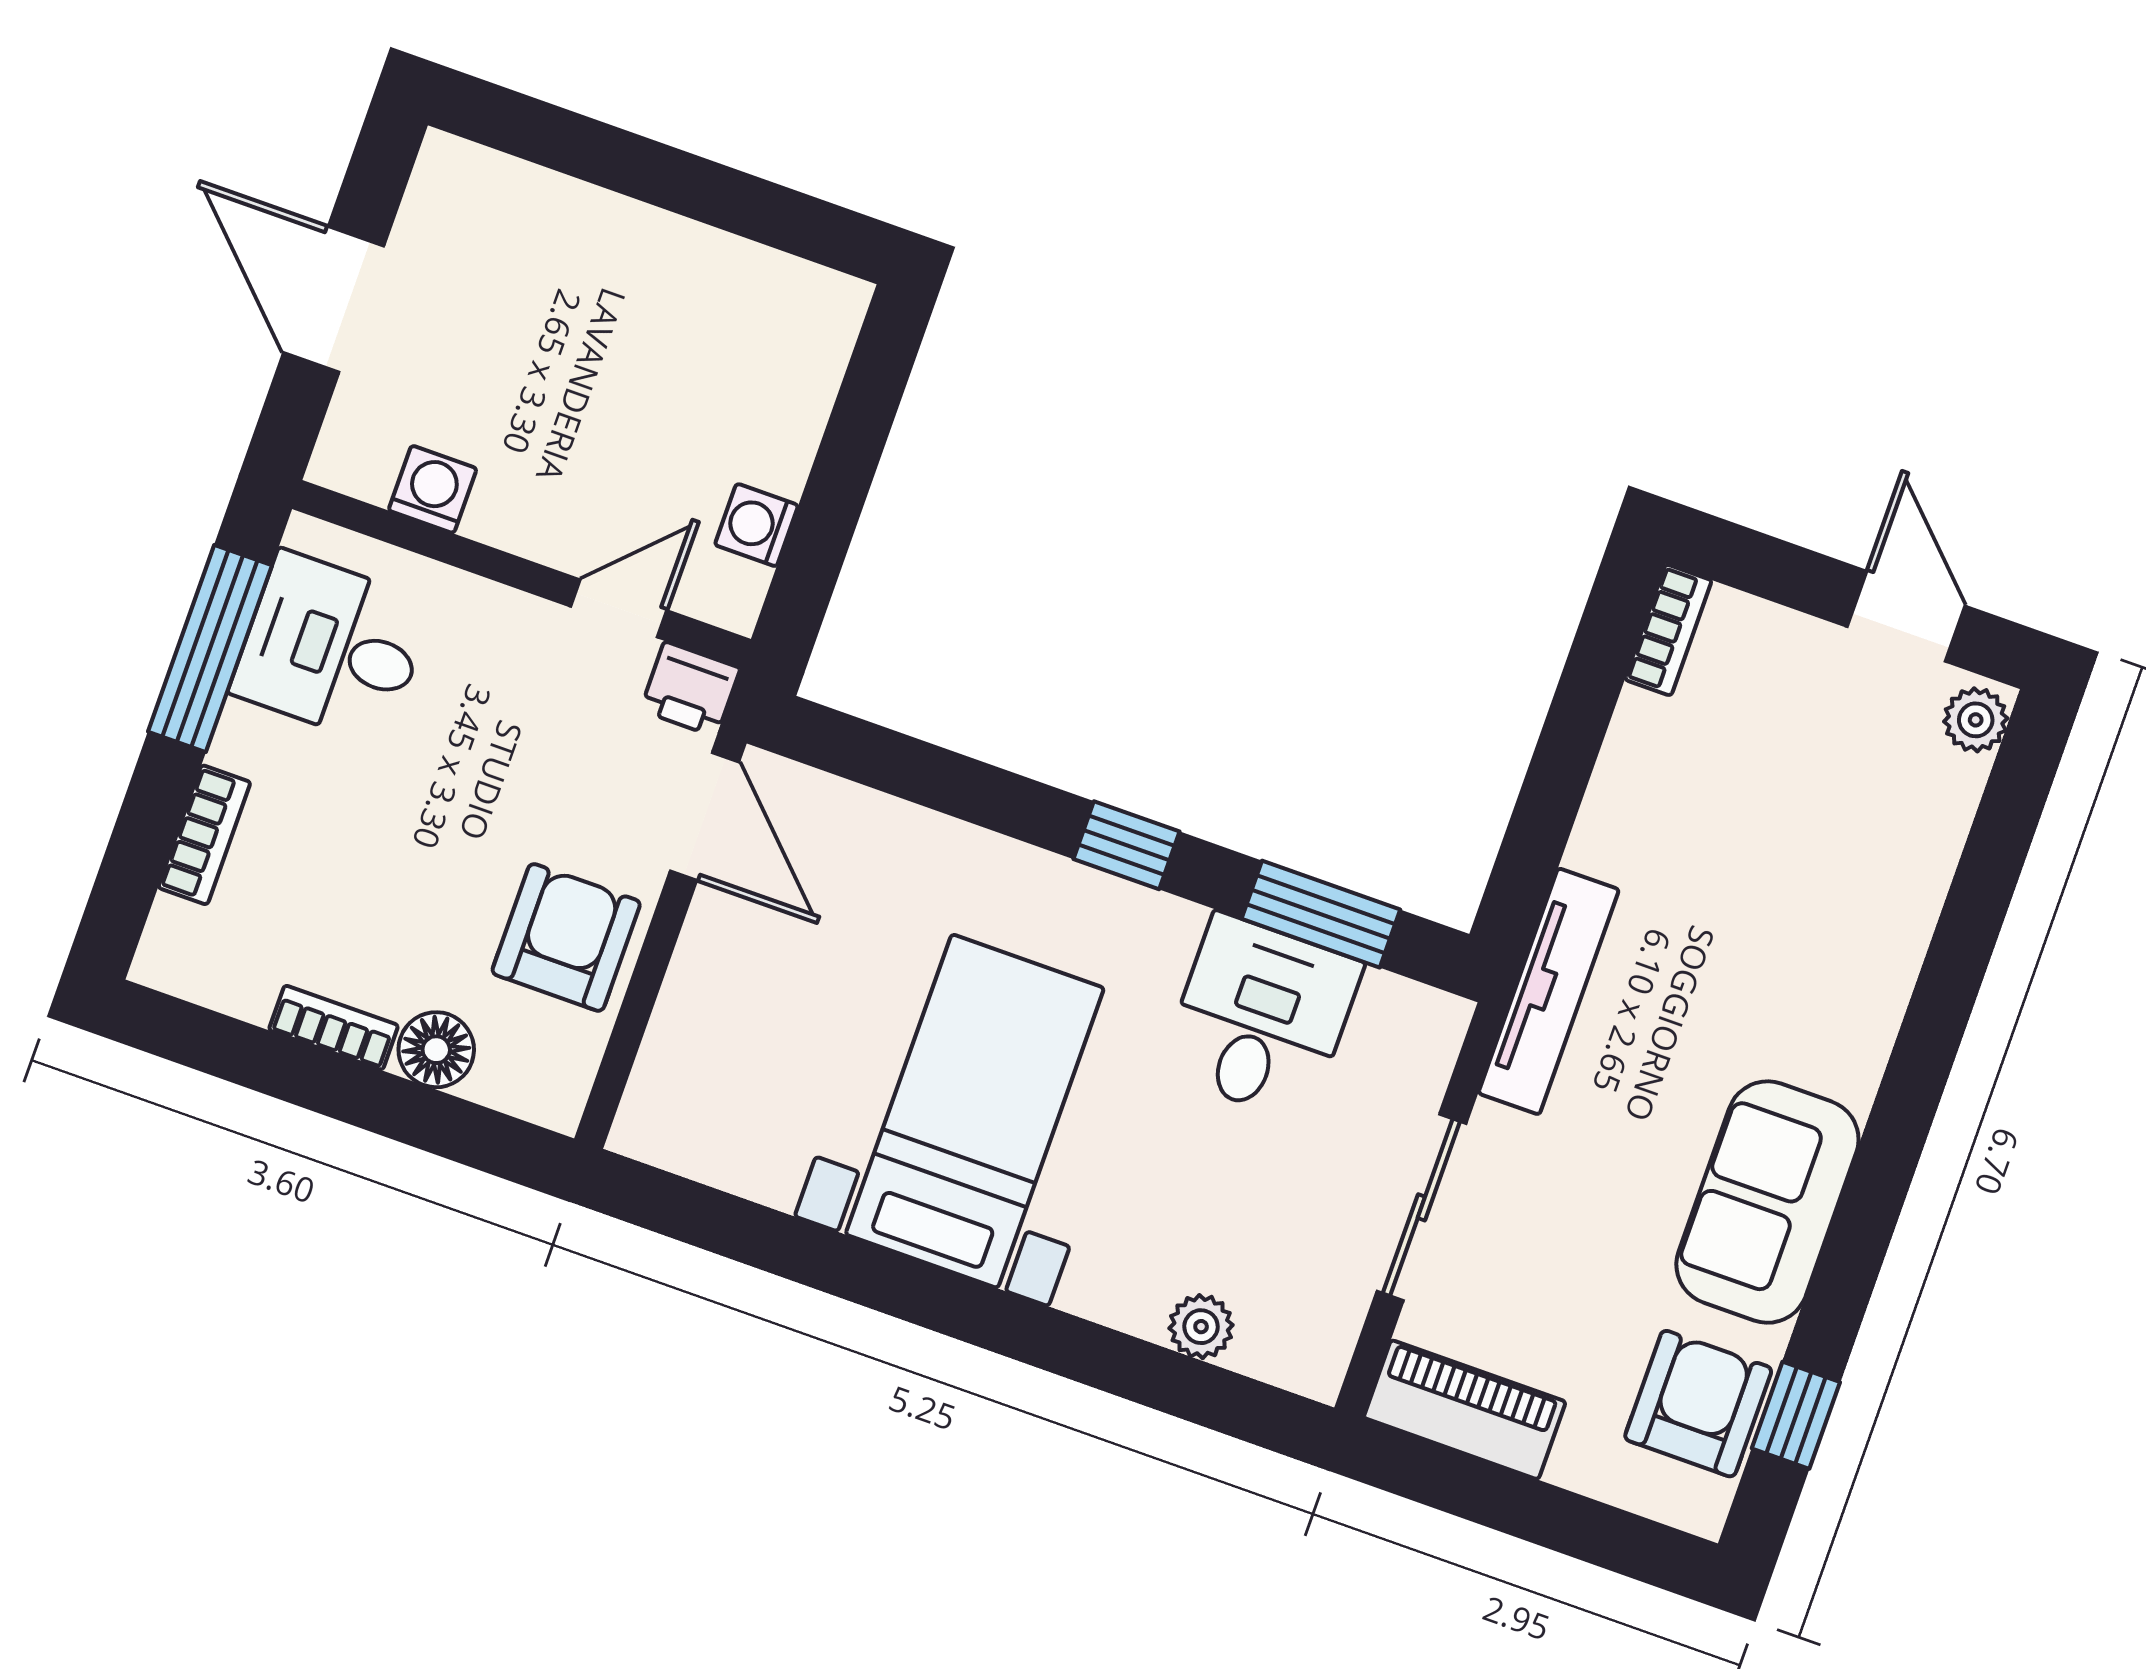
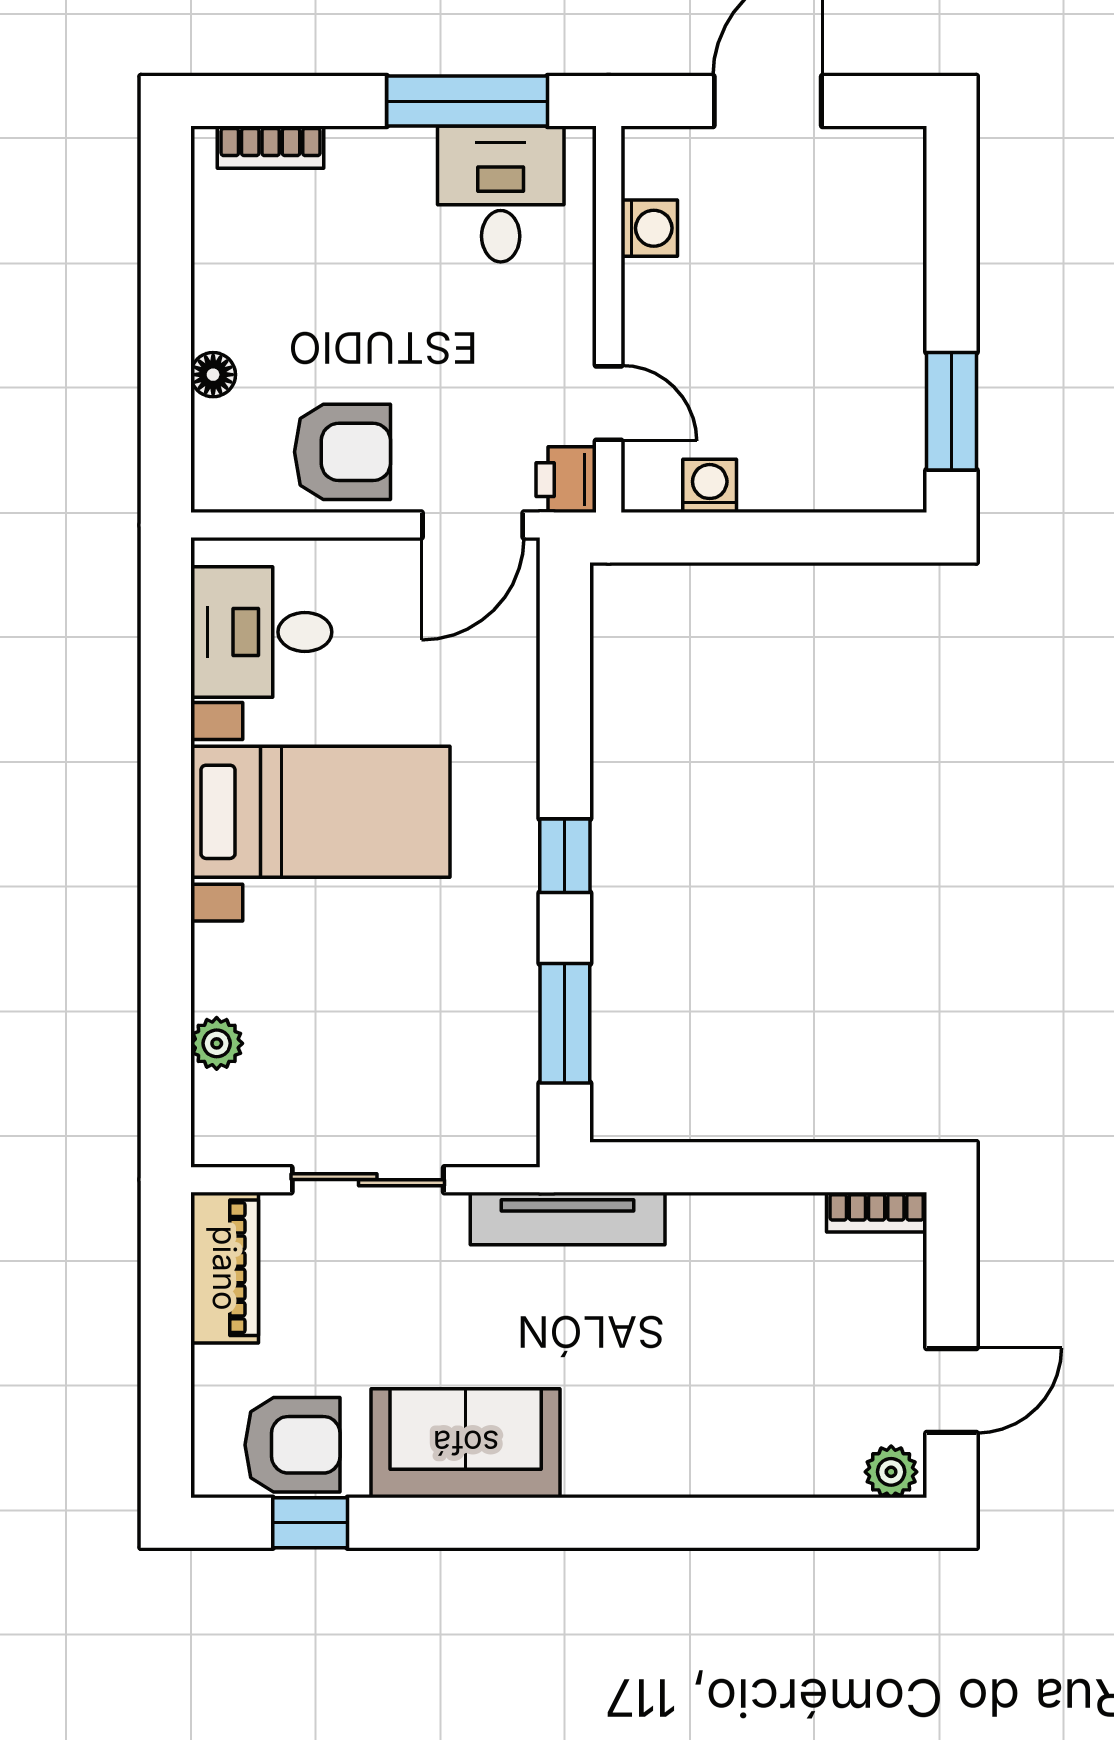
window: (769, 214) -> (952, 411), added
bookcase: (204, 835) -> (271, 147), moved
desk: (1261, 1018) -> (261, 632), moved, turned 180
bookcase: (334, 1028) -> (210, 298), removed
floor lamp: (436, 1050) -> (213, 375), width x0.73, depth x0.73

